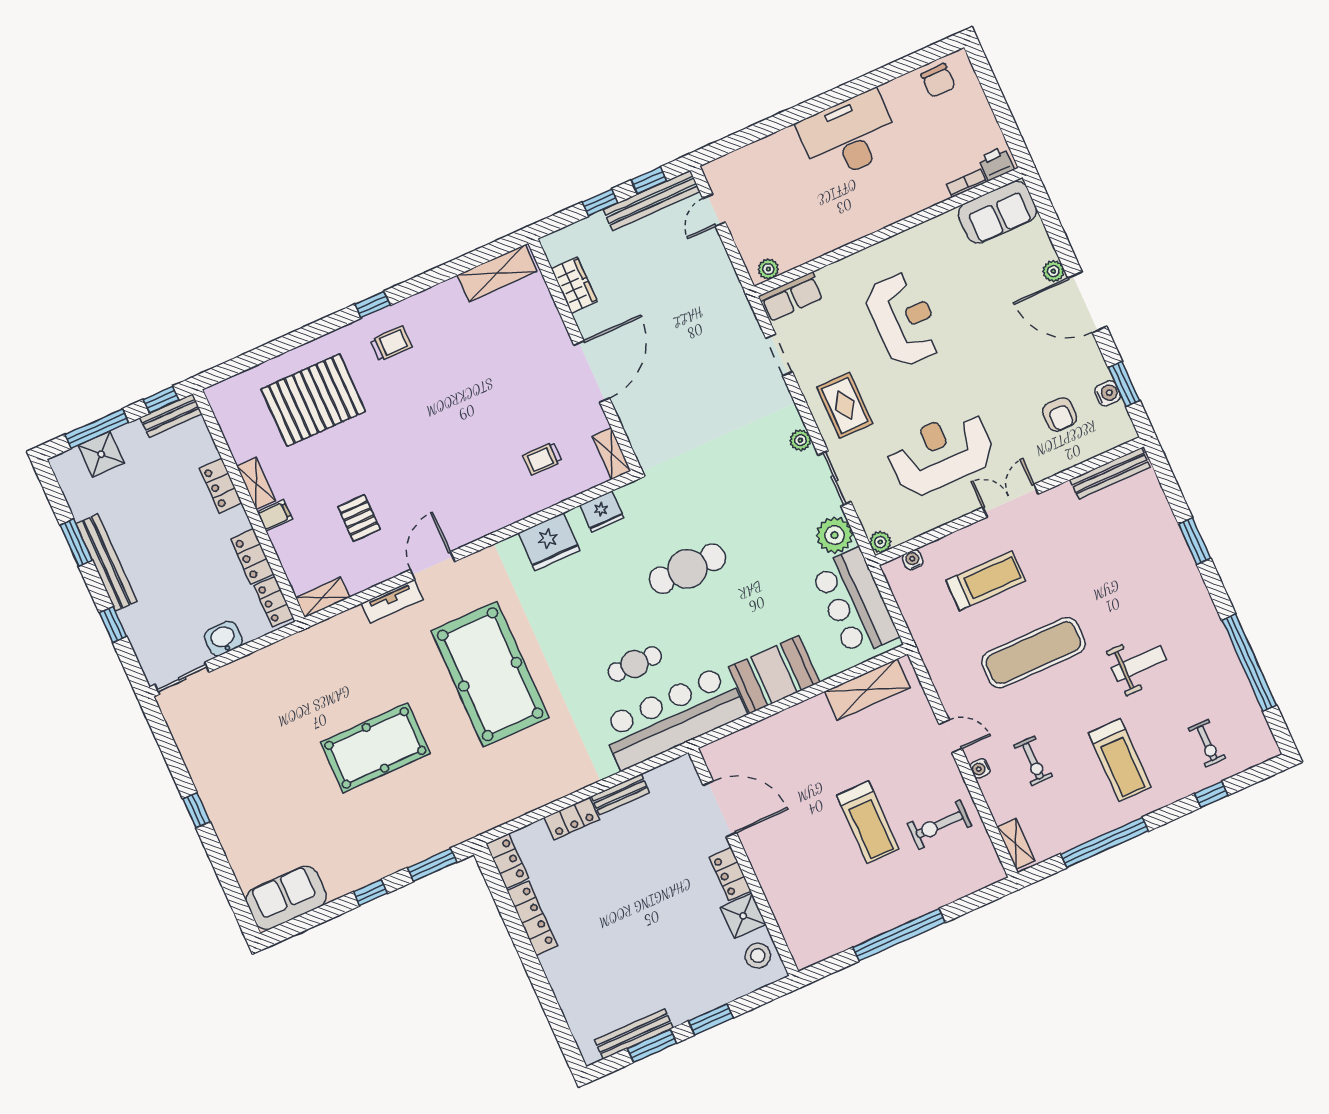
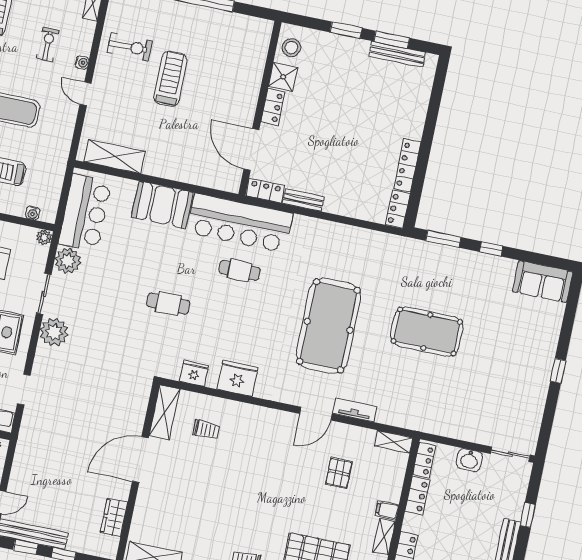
plant: (800, 440) -> (54, 332), width x1.88, depth x1.88
shelving: (611, 454) -> (165, 412), width x1.50, depth x1.33
cafe table: (687, 569) -> (168, 304), width x0.73, depth x0.74
locker: (572, 819) -> (265, 191), moved

